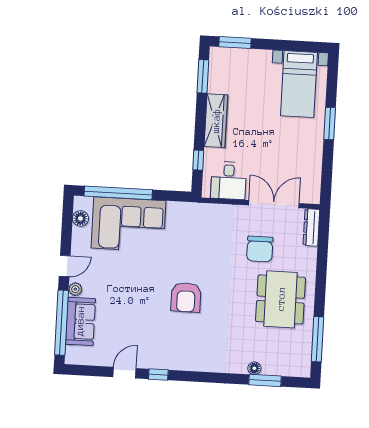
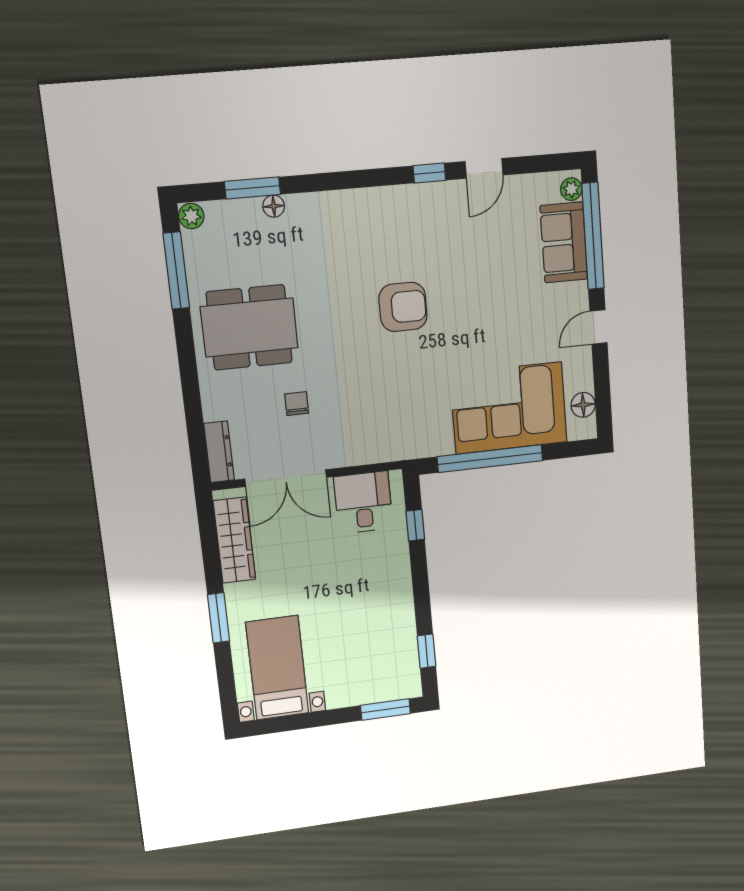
window: (203, 76) -> (426, 651), width x0.67
wardrobe: (216, 121) -> (234, 540), moved, turned 180
window: (118, 193) -> (490, 459), moved
chair: (260, 249) -> (297, 404), width x0.54, depth x0.54
plant: (75, 289) -> (571, 189), moved
armchair: (186, 297) -> (403, 307), turned 90
dining table: (281, 299) -> (249, 327), turned 90
plant: (303, 369) -> (191, 216), added

